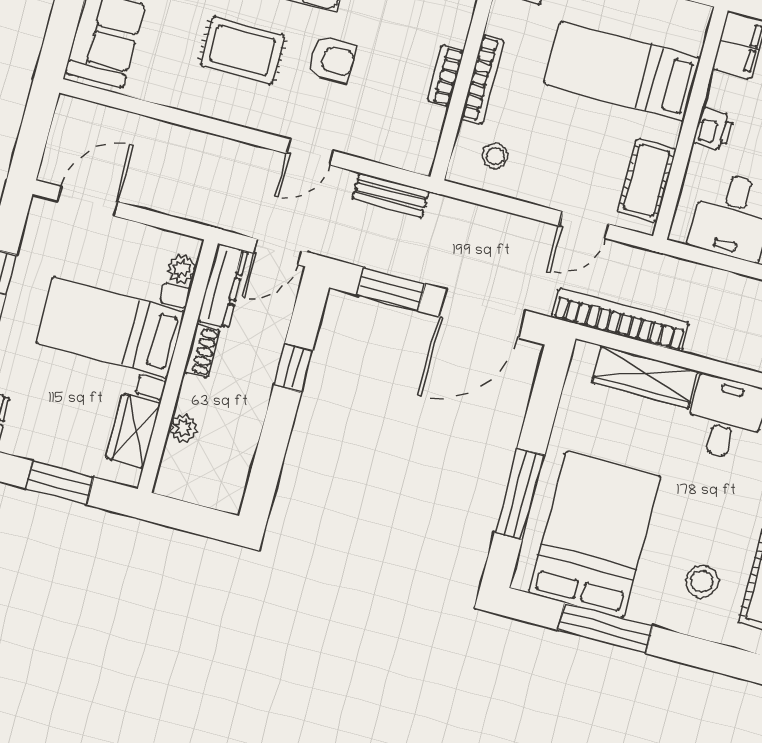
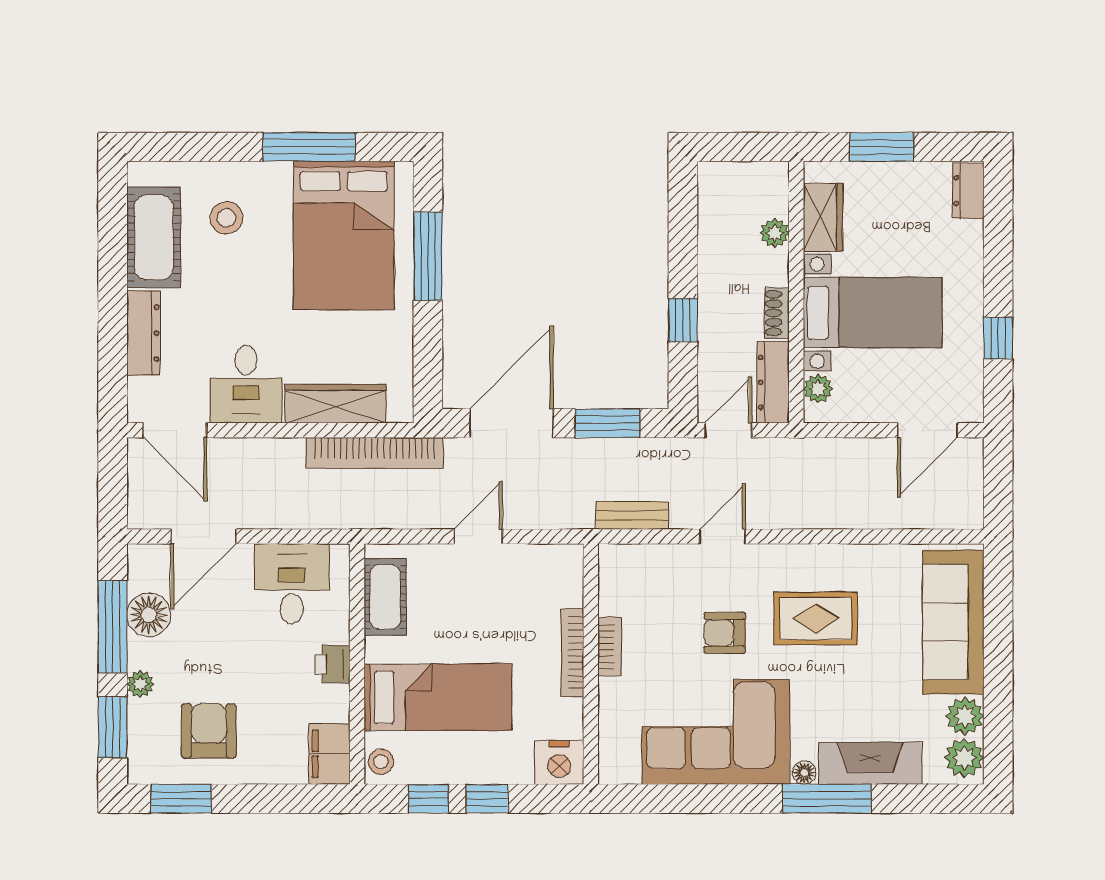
stool: (495, 156) -> (381, 762), moved
door: (584, 225) -> (478, 537), moved

